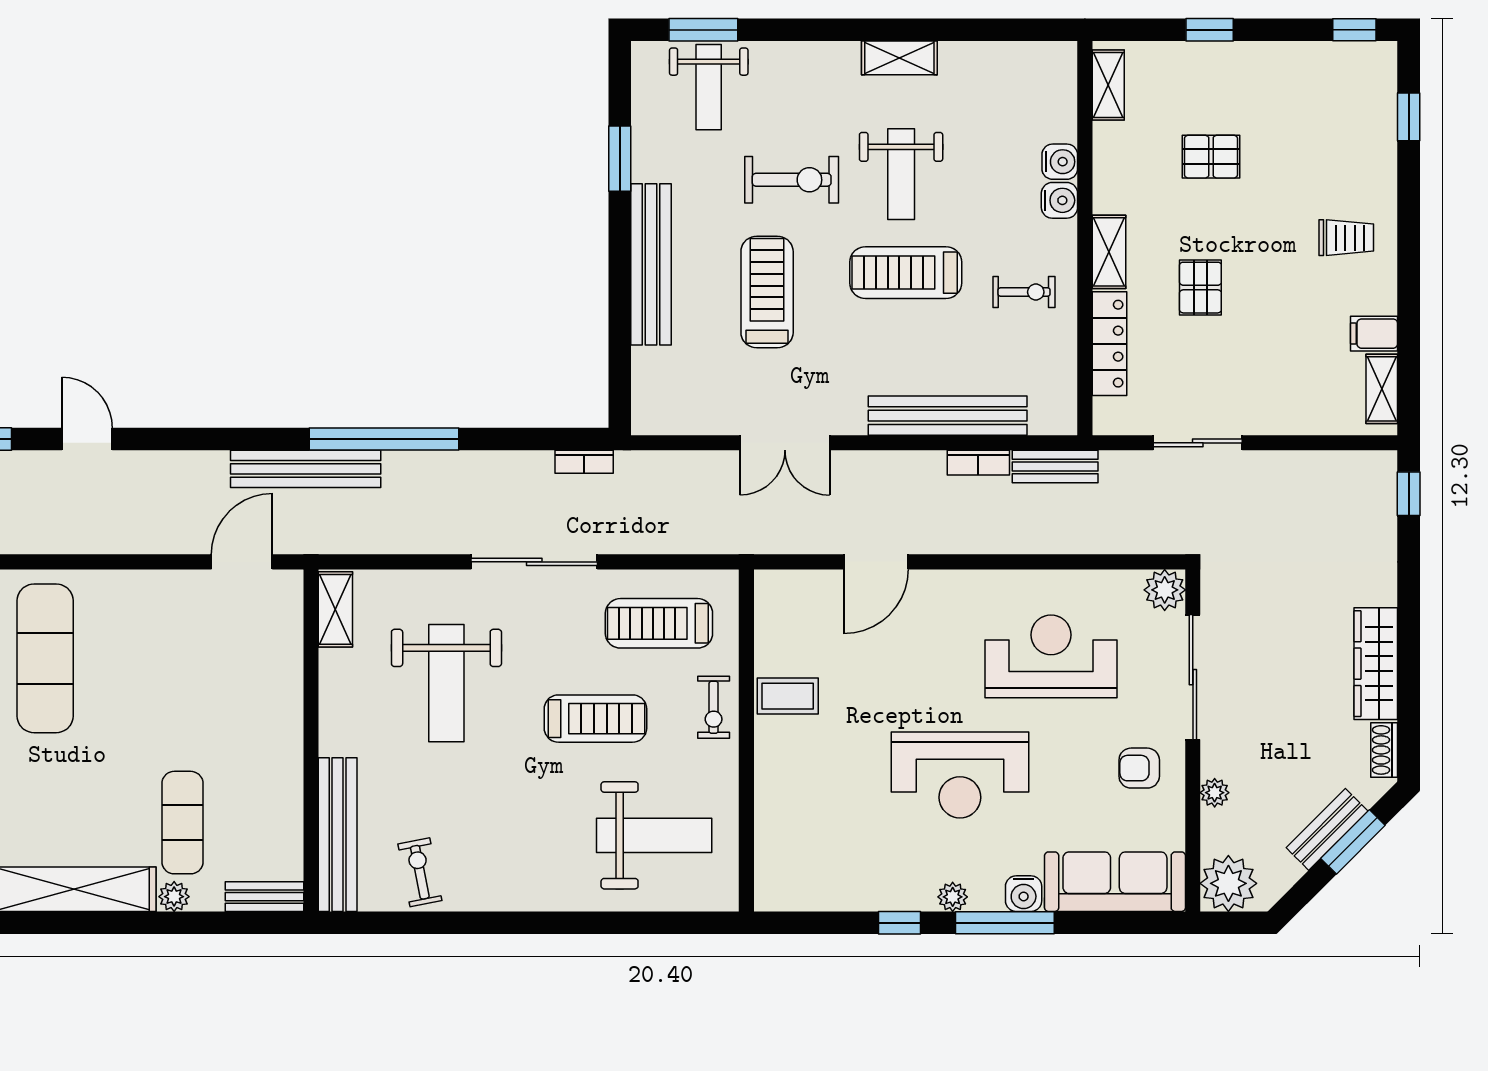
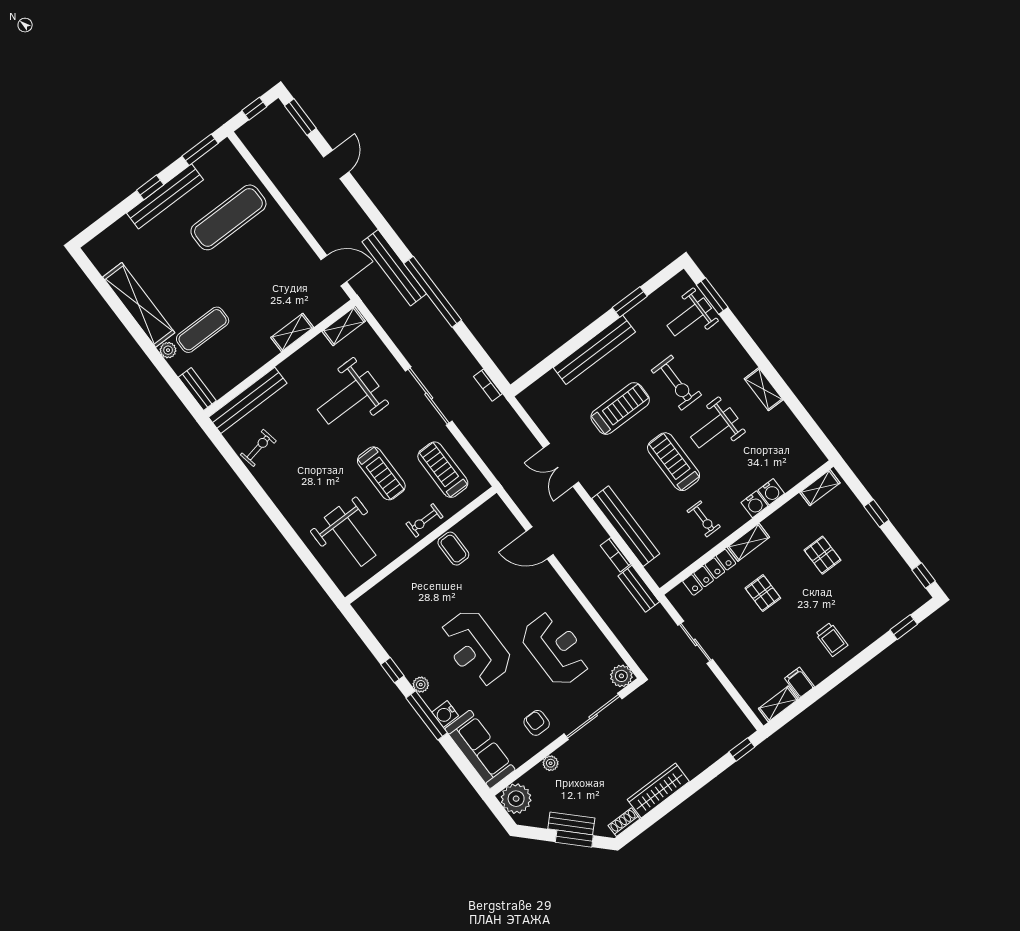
pallet: (1200, 288) -> (763, 593), turned 90
shelving: (287, 693) -> (292, 332), added

